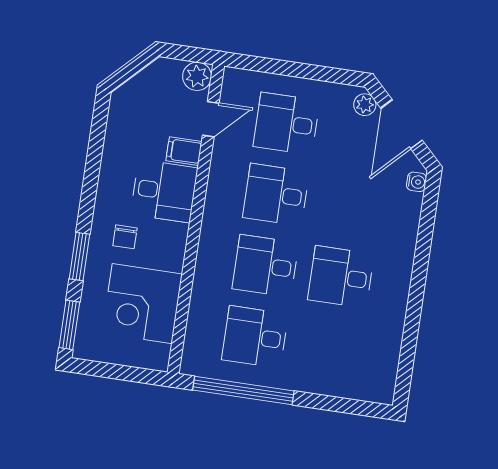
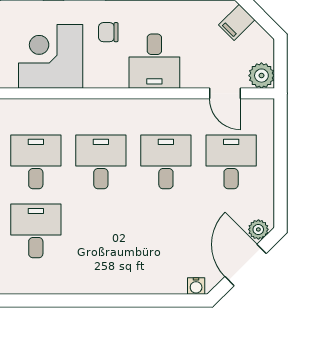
door: (402, 124) -> (246, 265), hinge flipped
filing cabinet: (184, 151) -> (237, 22), moved, turned -135
desk: (341, 277) -> (36, 231), moved

